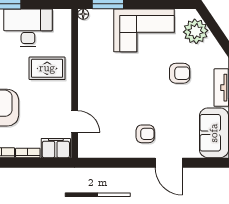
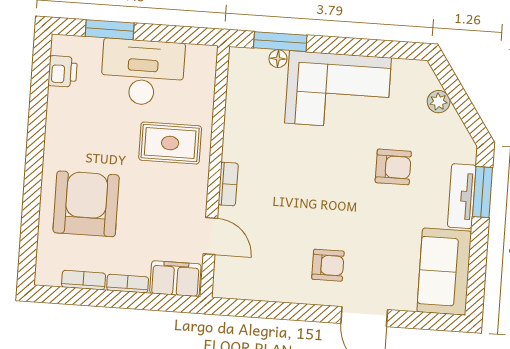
floor lamp: (83, 14) -> (278, 59), moved
plant: (196, 31) -> (439, 102), width x0.53, depth x0.53
bookcase: (83, 90) -> (228, 184), added

